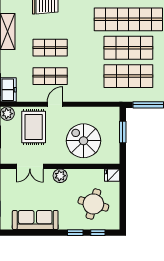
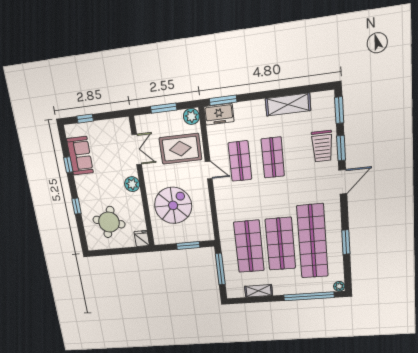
double door: (30, 166) -> (137, 150), swing flipped
sofa: (35, 220) -> (80, 156), width x0.73
window: (98, 233) -> (68, 165), moved

